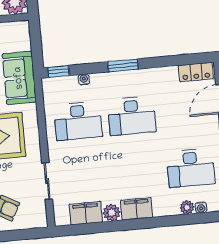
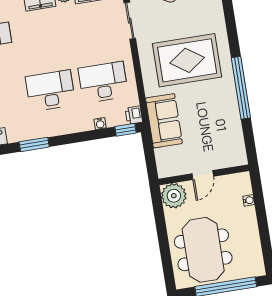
window: (123, 65) -> (34, 144), moved
printer: (49, 86) -> (134, 115), added

